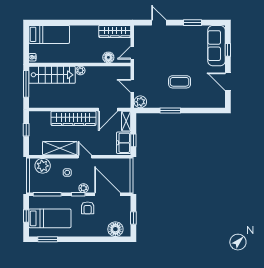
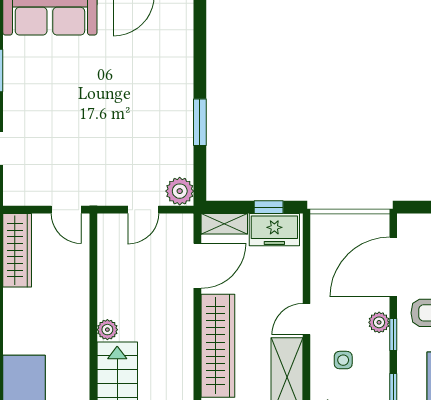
floor lamp: (108, 57) -> (77, 265), removed
coffee table: (180, 82) -> (134, 101), removed
door: (108, 109) -> (197, 266), hinge flipped

